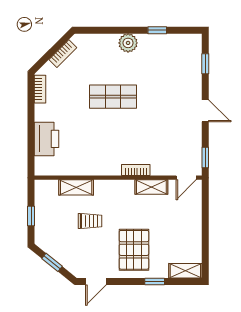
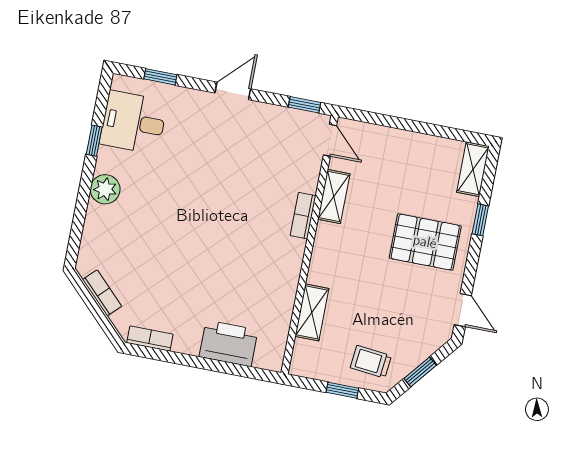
desk: (173, 53) -> (134, 122), added
shop shelf: (113, 97) -> (183, 228), removed
trolley: (90, 221) -> (371, 362), moved, turned -84

